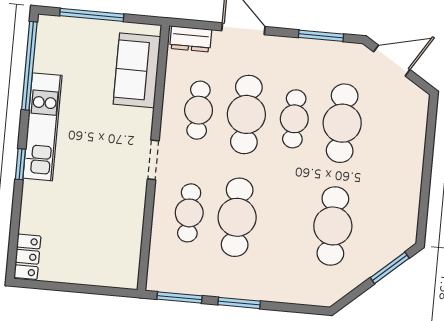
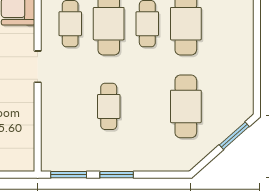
cafe table: (189, 213) -> (70, 106), removed
cafe table: (237, 217) -> (109, 106), width x0.73, depth x0.74

